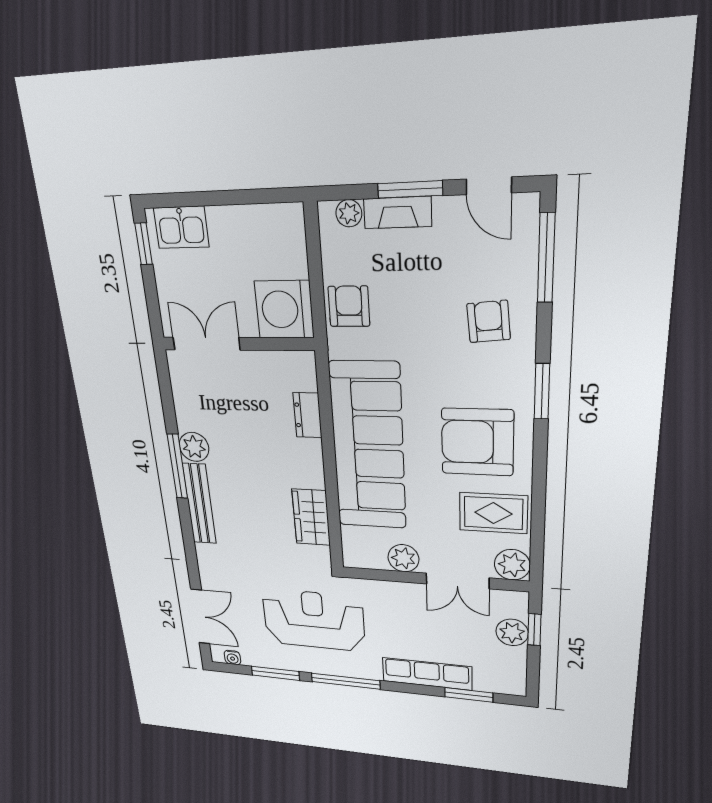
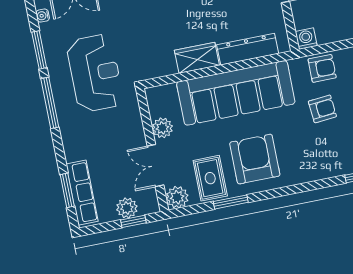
washing machine: (284, 309) -> (306, 39), width x0.53, depth x0.53
armchair: (489, 322) -> (322, 109), moved
window: (542, 391) -> (231, 202), moved
dresser: (307, 415) -> (248, 49), width x1.96, depth x1.24
wardrobe: (311, 517) -> (197, 58), moved
row of seats: (427, 674) -> (82, 193), moved

